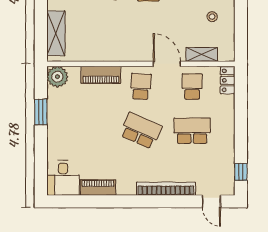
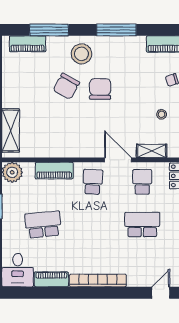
school desk: (141, 131) -> (43, 225), moved, turned -30
bookcase: (166, 189) -> (98, 281), moved
door: (211, 201) -> (161, 293), swing flipped

